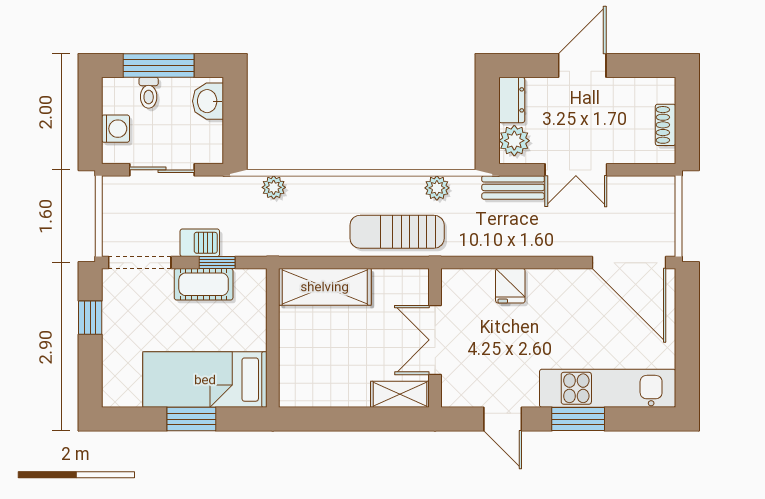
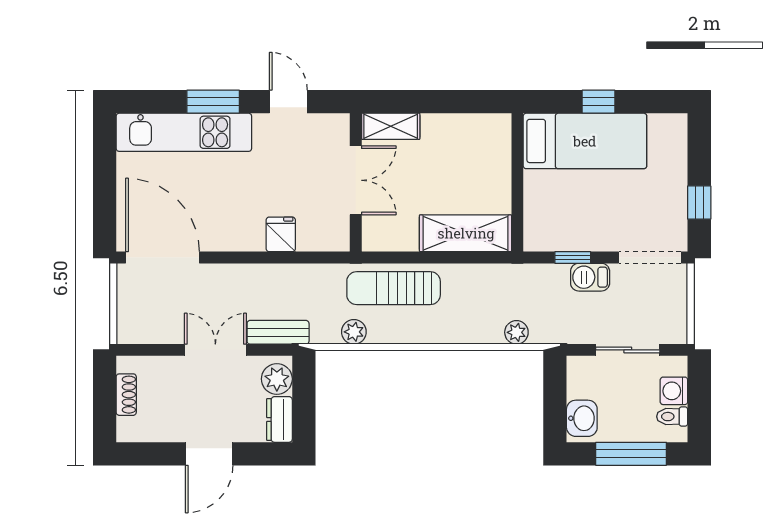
toilet: (149, 93) -> (672, 417), moved, turned -90
sun lounger: (397, 232) -> (394, 288), turned 180
cot: (204, 284) -> (586, 236), removed
window: (191, 419) -> (599, 102), width x0.67

